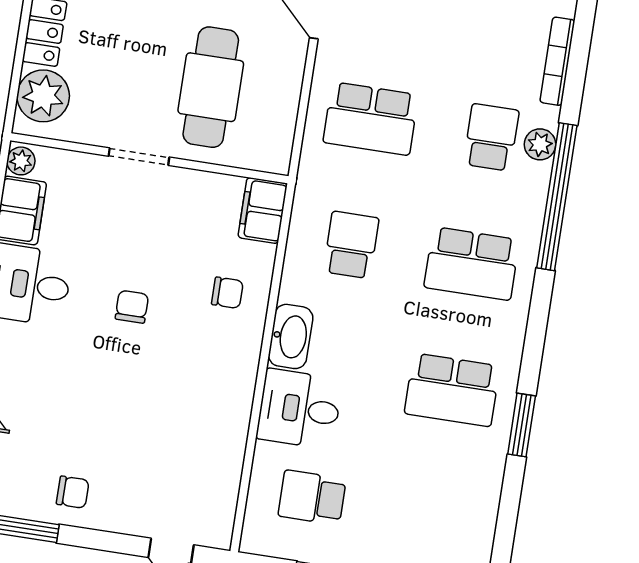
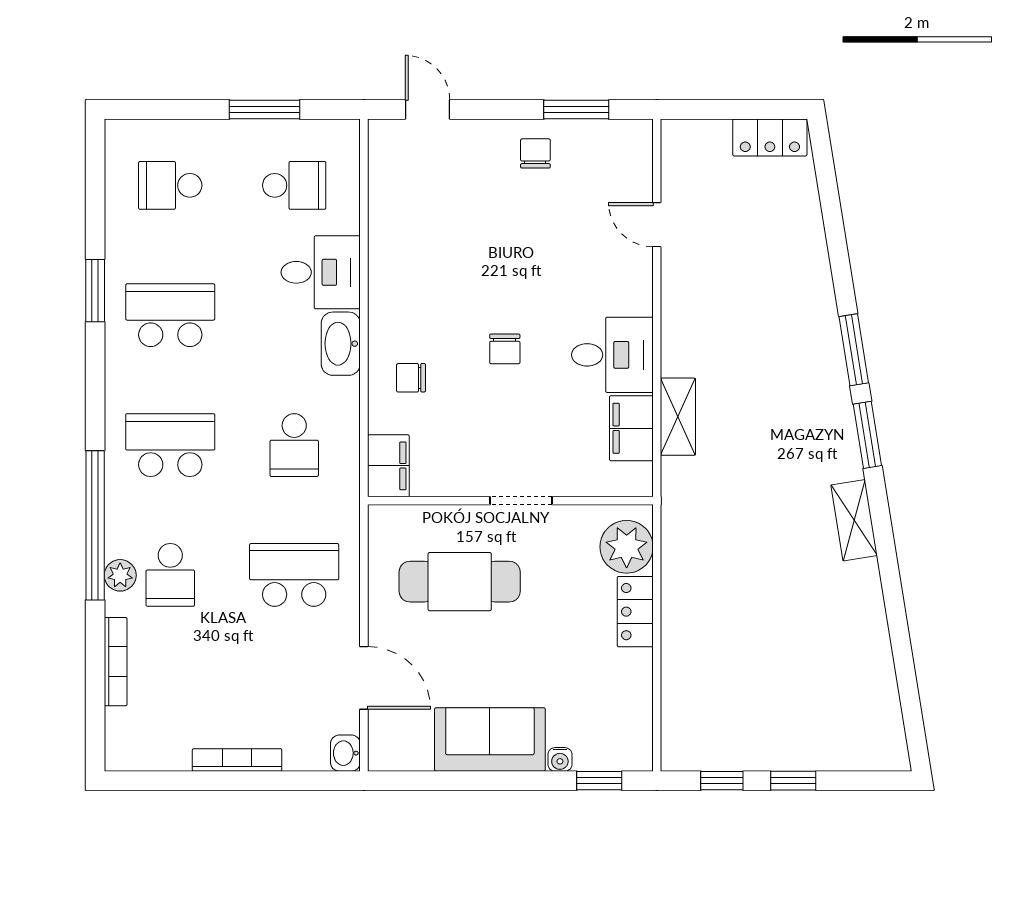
cafe table: (211, 87) -> (460, 582), turned 90
plant: (21, 161) -> (639, 478), removed
chair: (73, 492) -> (535, 153), turned 90
school desk: (433, 516) -> (170, 185), added

